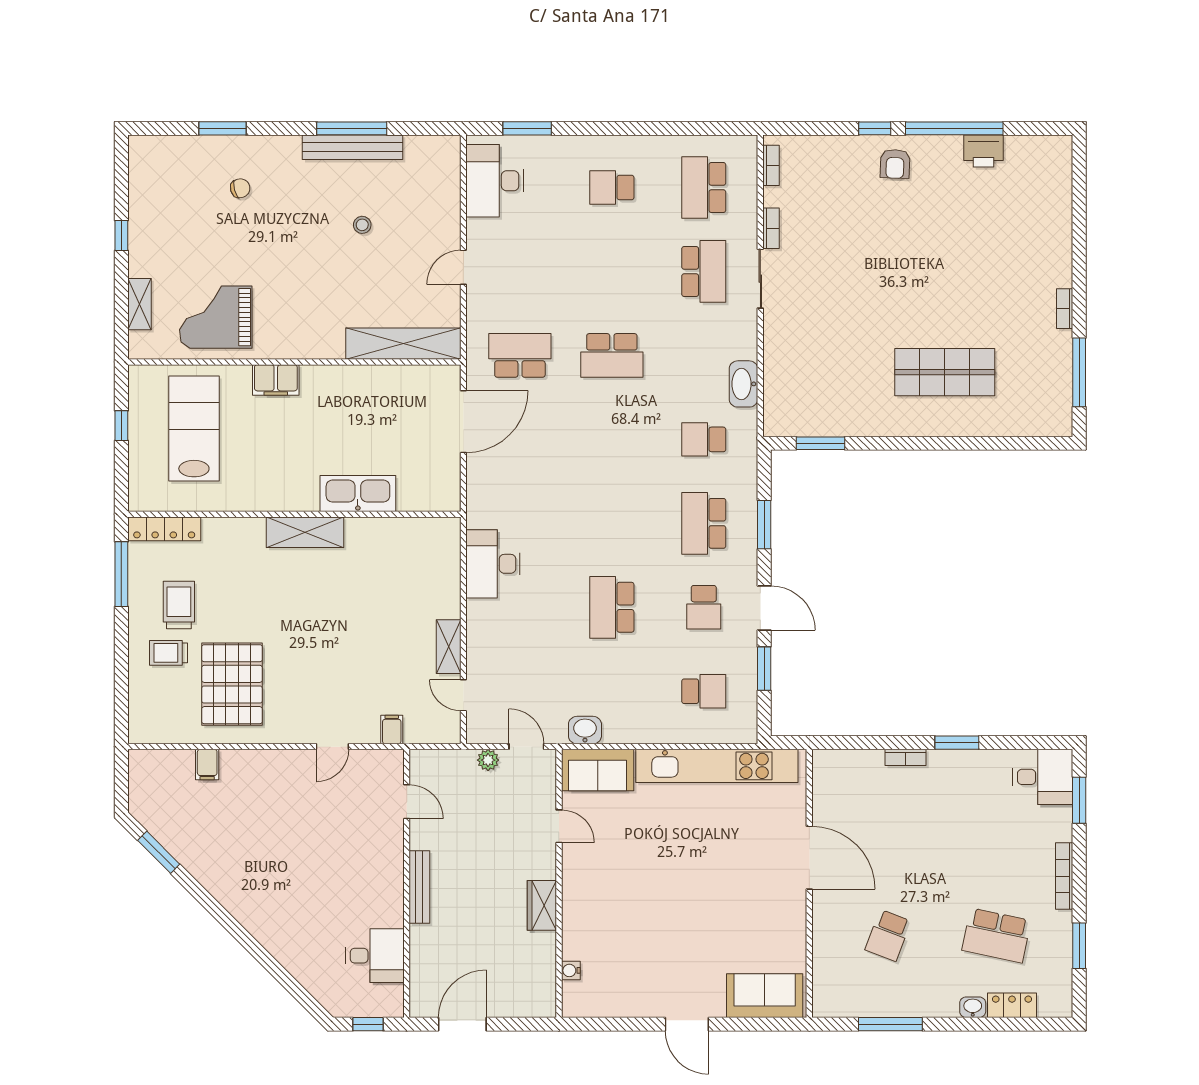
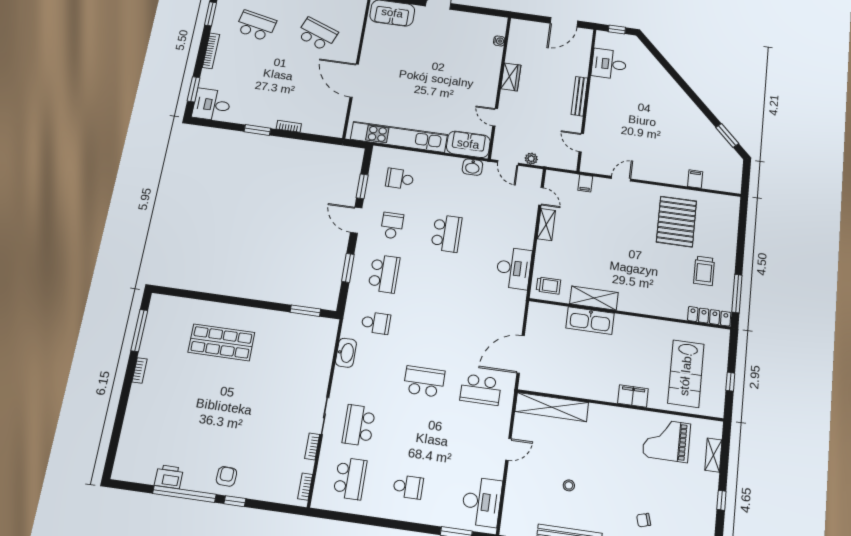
grand piano: (216, 317) -> (666, 440), turned 180
shelving: (305, 532) -> (594, 298), moved
trolley: (168, 653) -> (548, 285), moved
school desk: (888, 935) -> (317, 34), width x1.85

